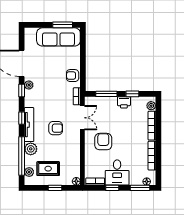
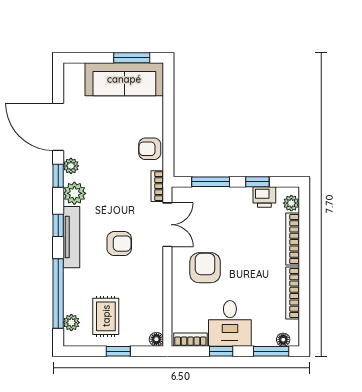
printer: (124, 102) -> (264, 197), moved
plant: (31, 149) -> (74, 193), moved
rug: (48, 169) -> (106, 316), turned 90

